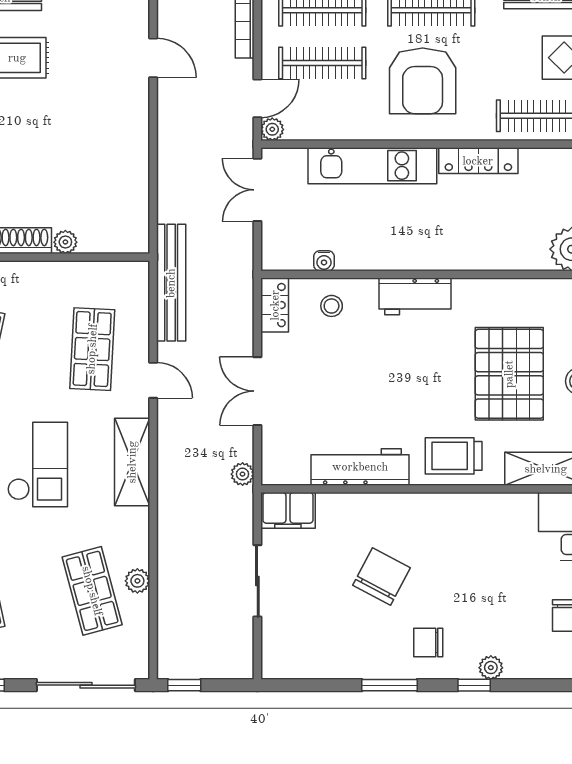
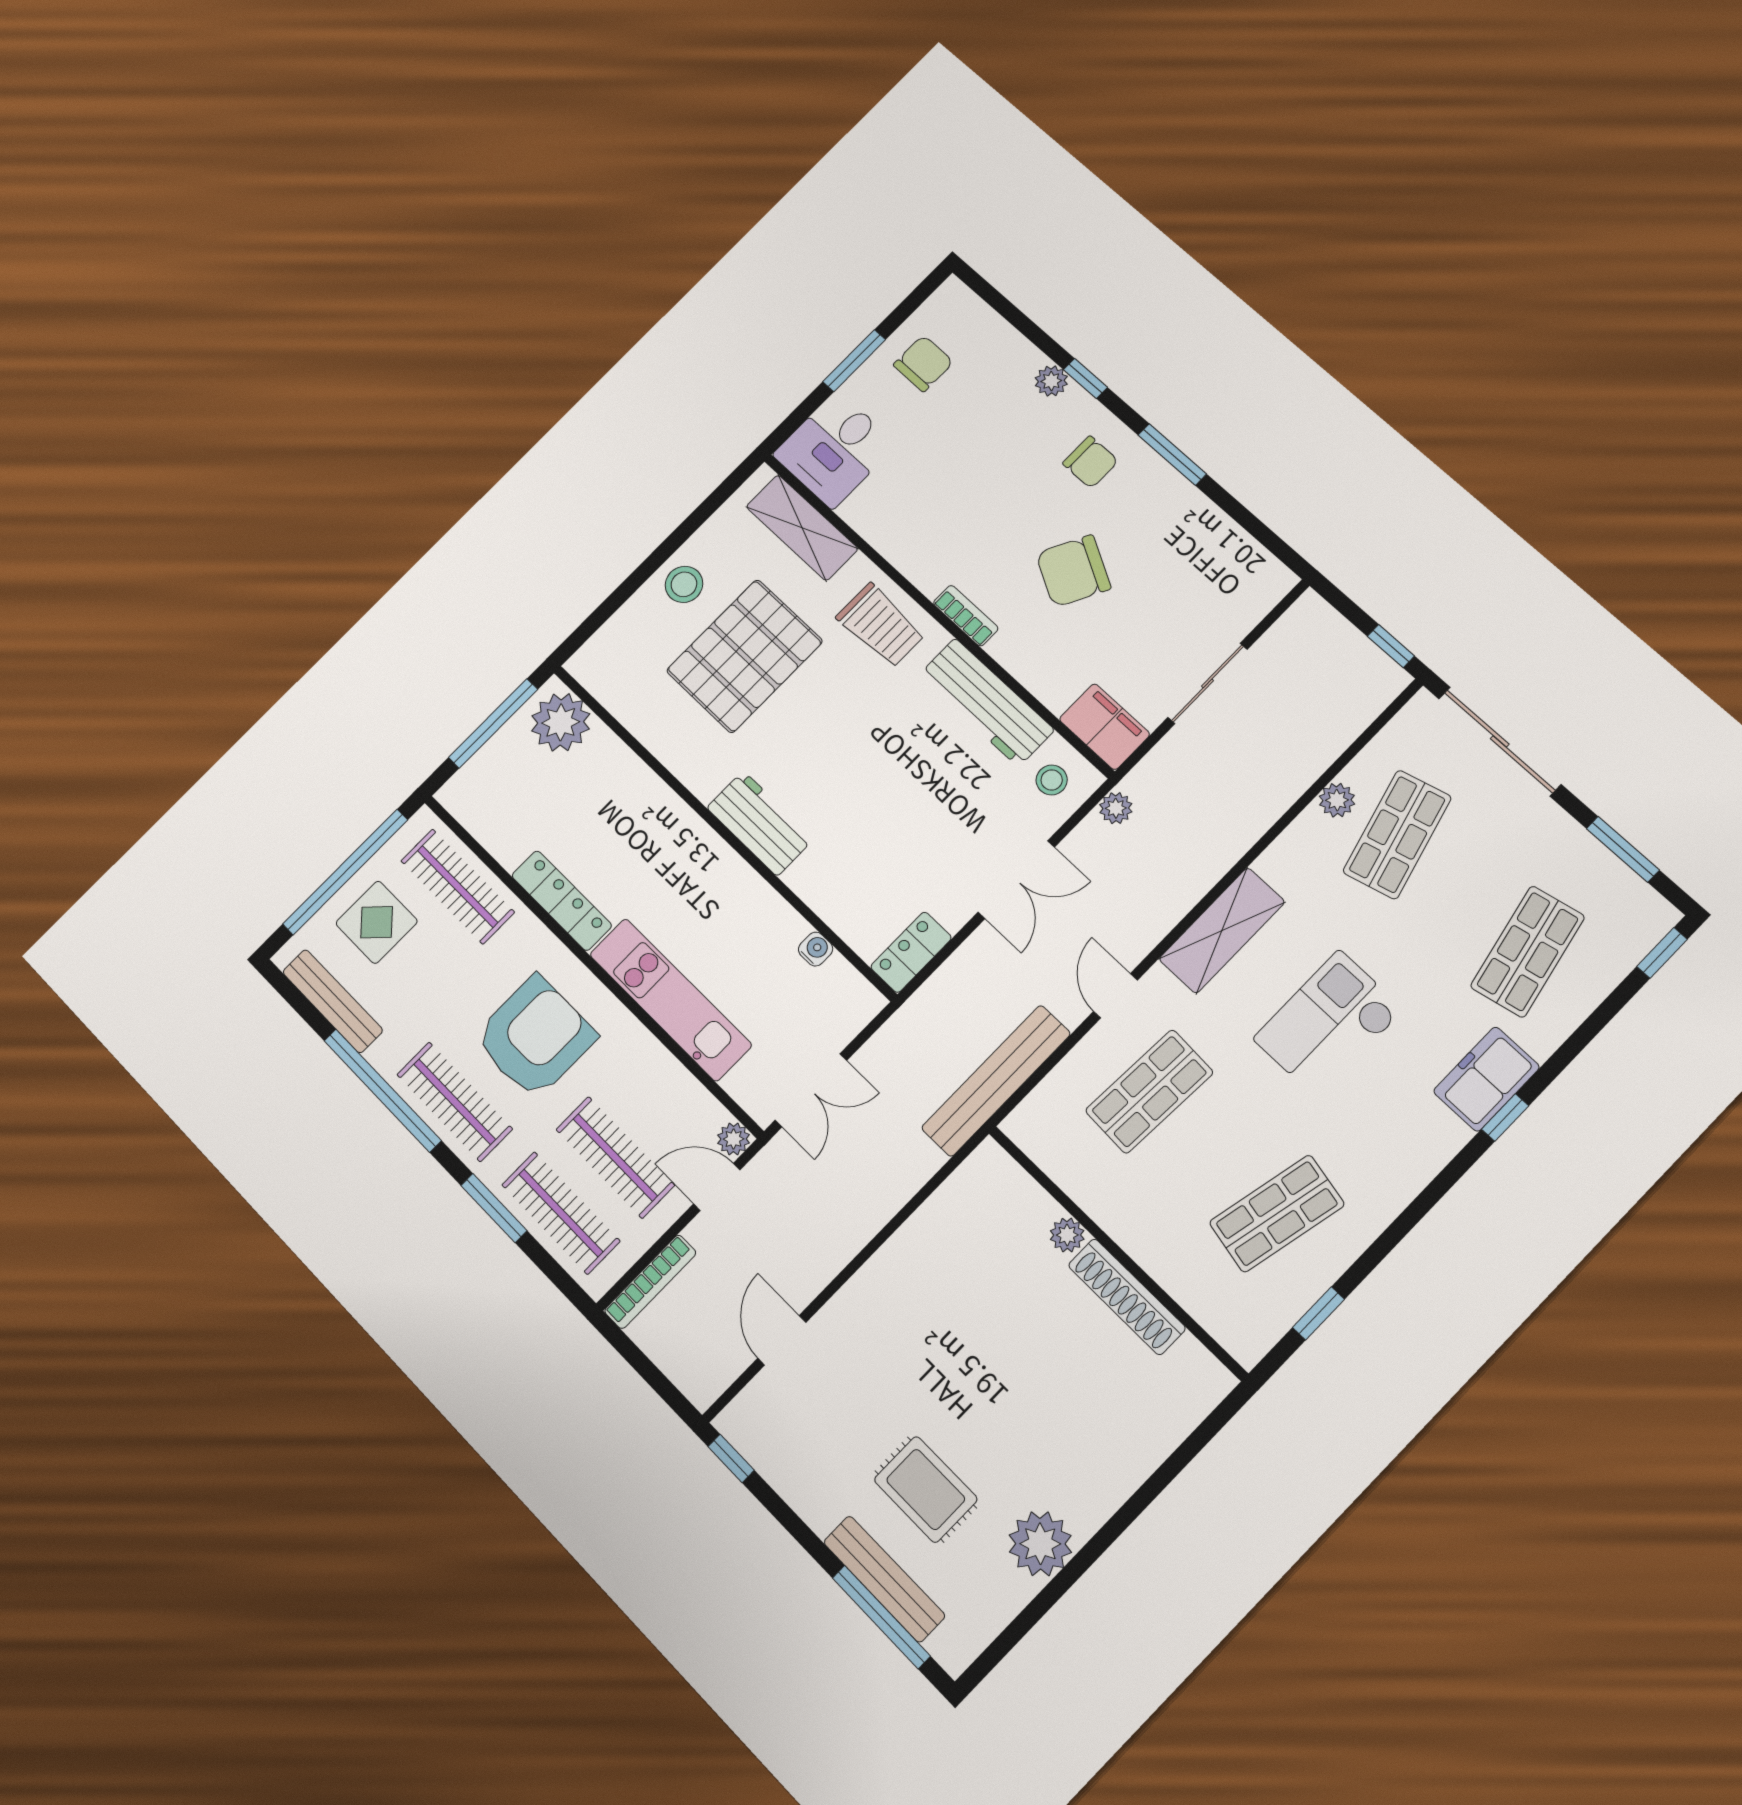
stool: (332, 306) -> (1052, 780), moved
bookcase: (414, 502) -> (966, 616), added

